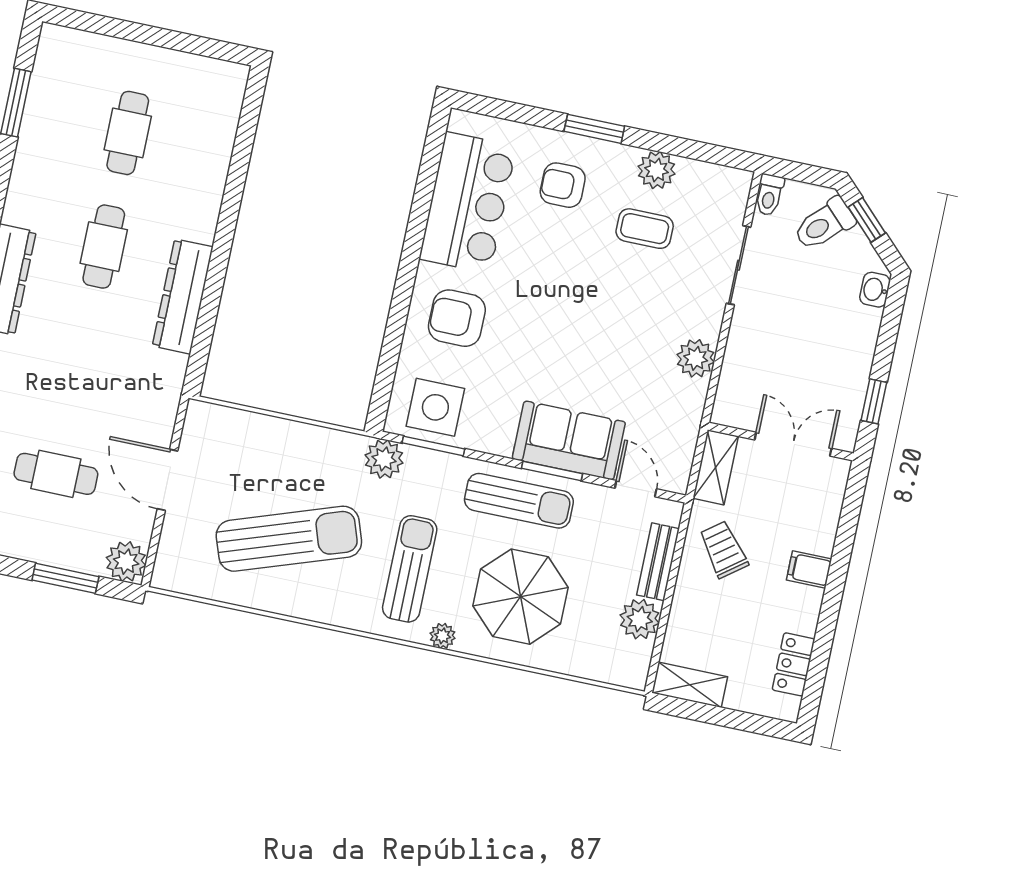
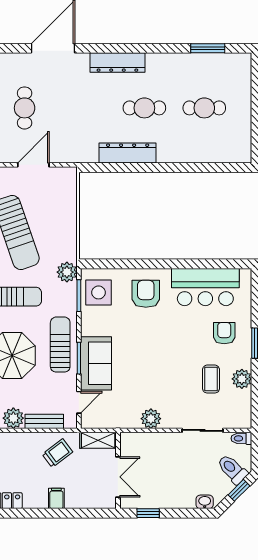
sun lounger: (519, 501) -> (60, 345), turned 180

